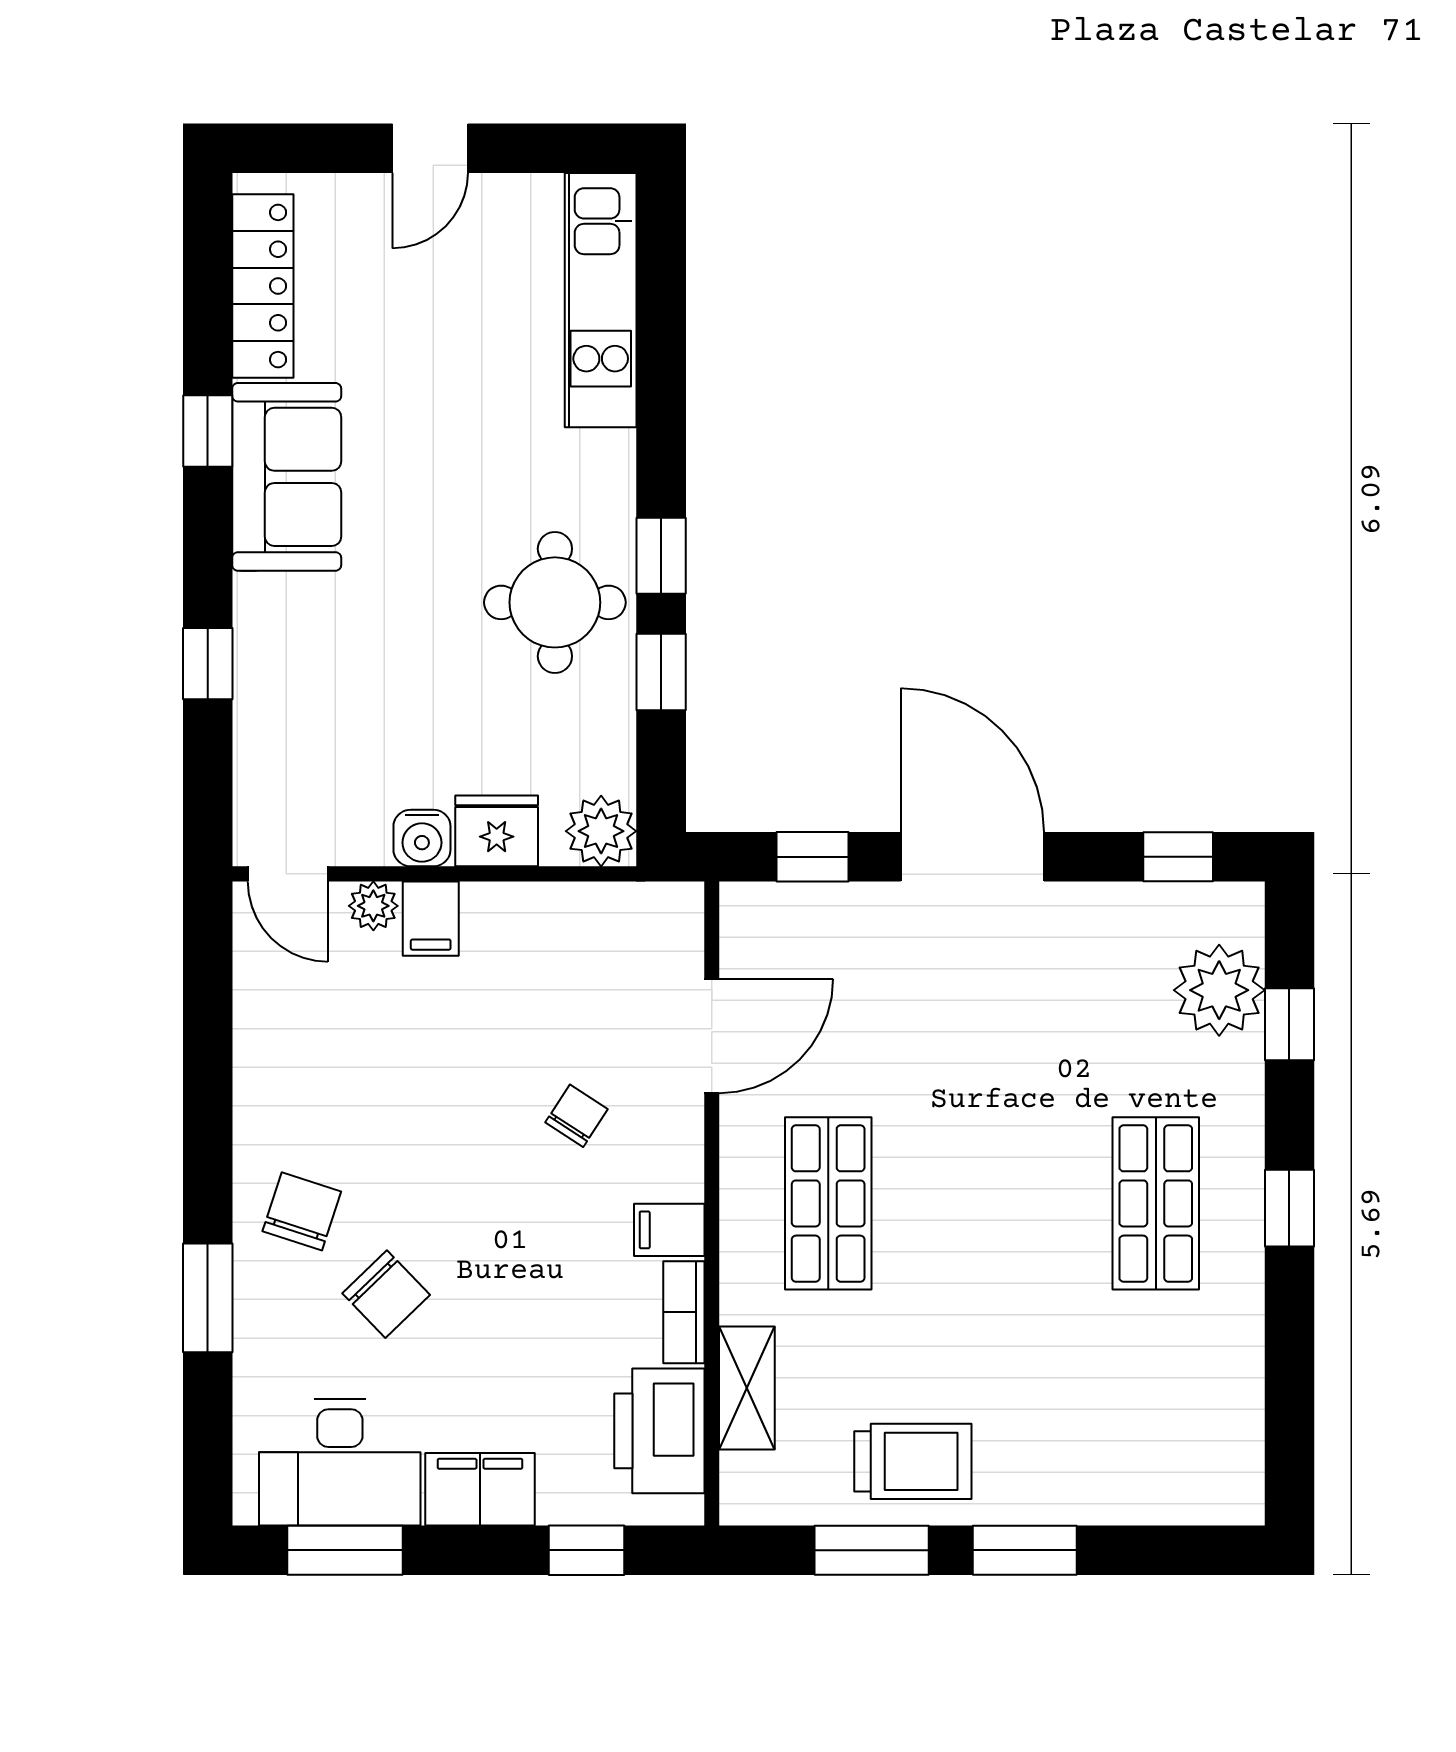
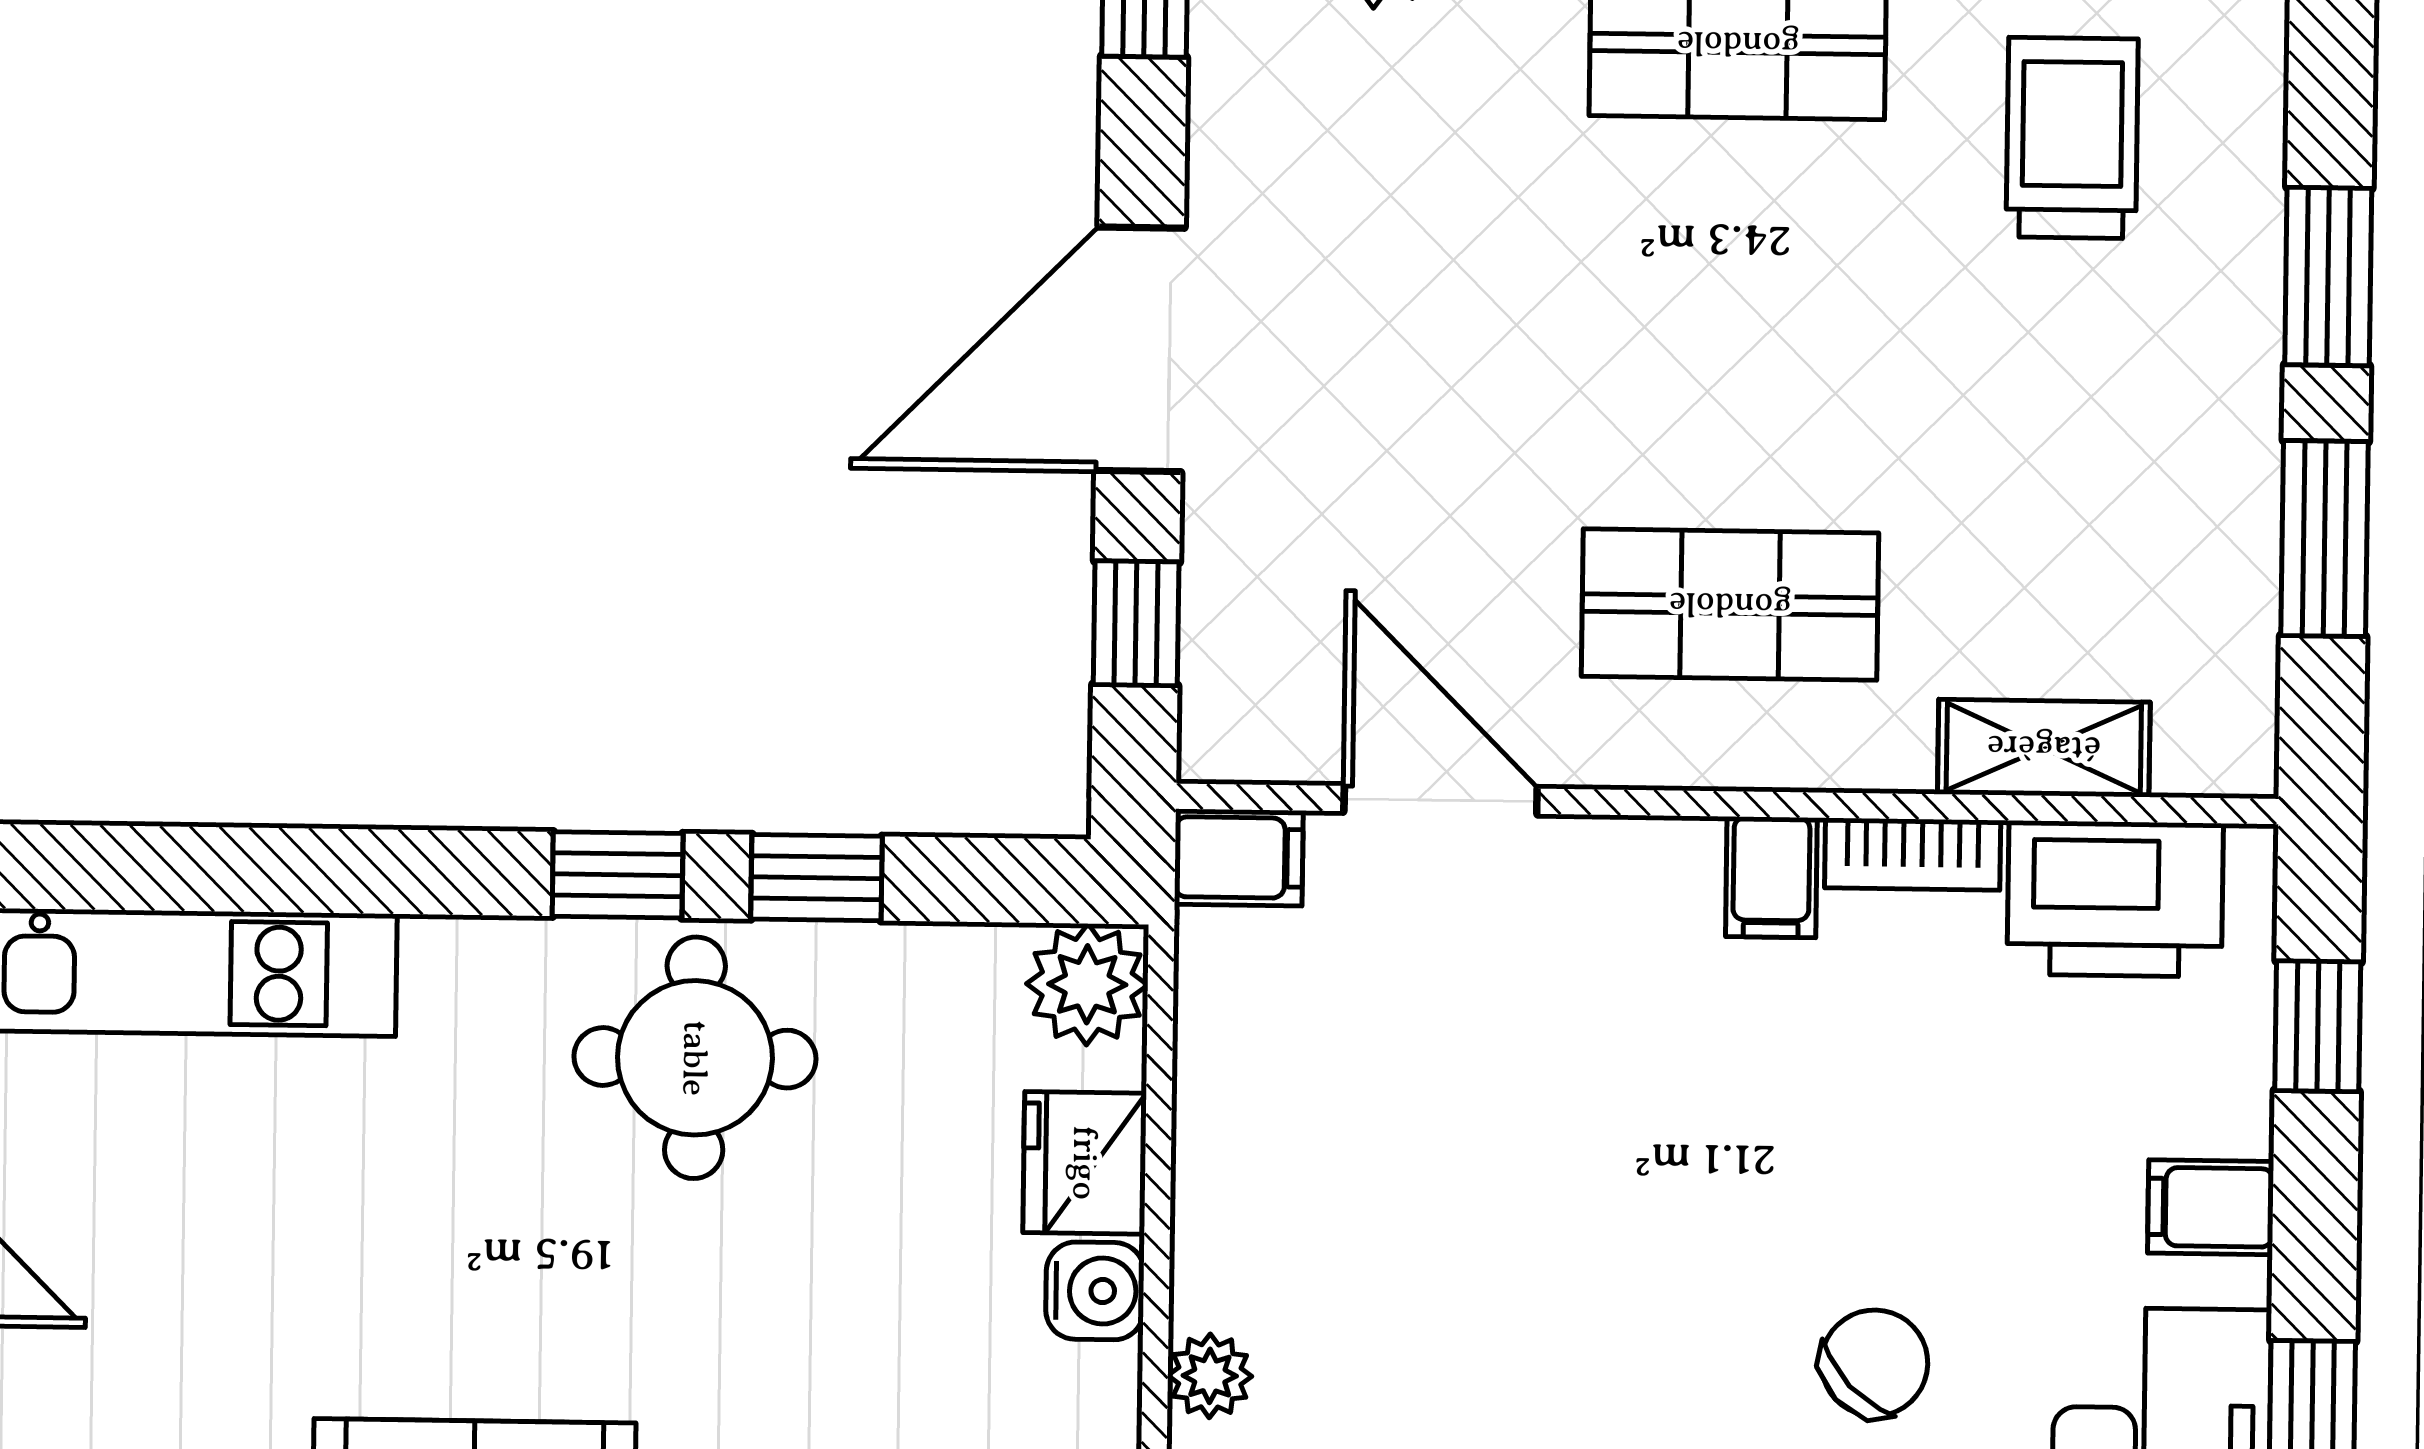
filing cabinet: (431, 919) -> (1239, 858), moved
chair: (577, 1116) -> (1574, 1033), removed
trolley: (913, 1461) -> (2072, 138), moved
filing cabinet: (480, 1489) -> (2211, 1207), width x0.50

